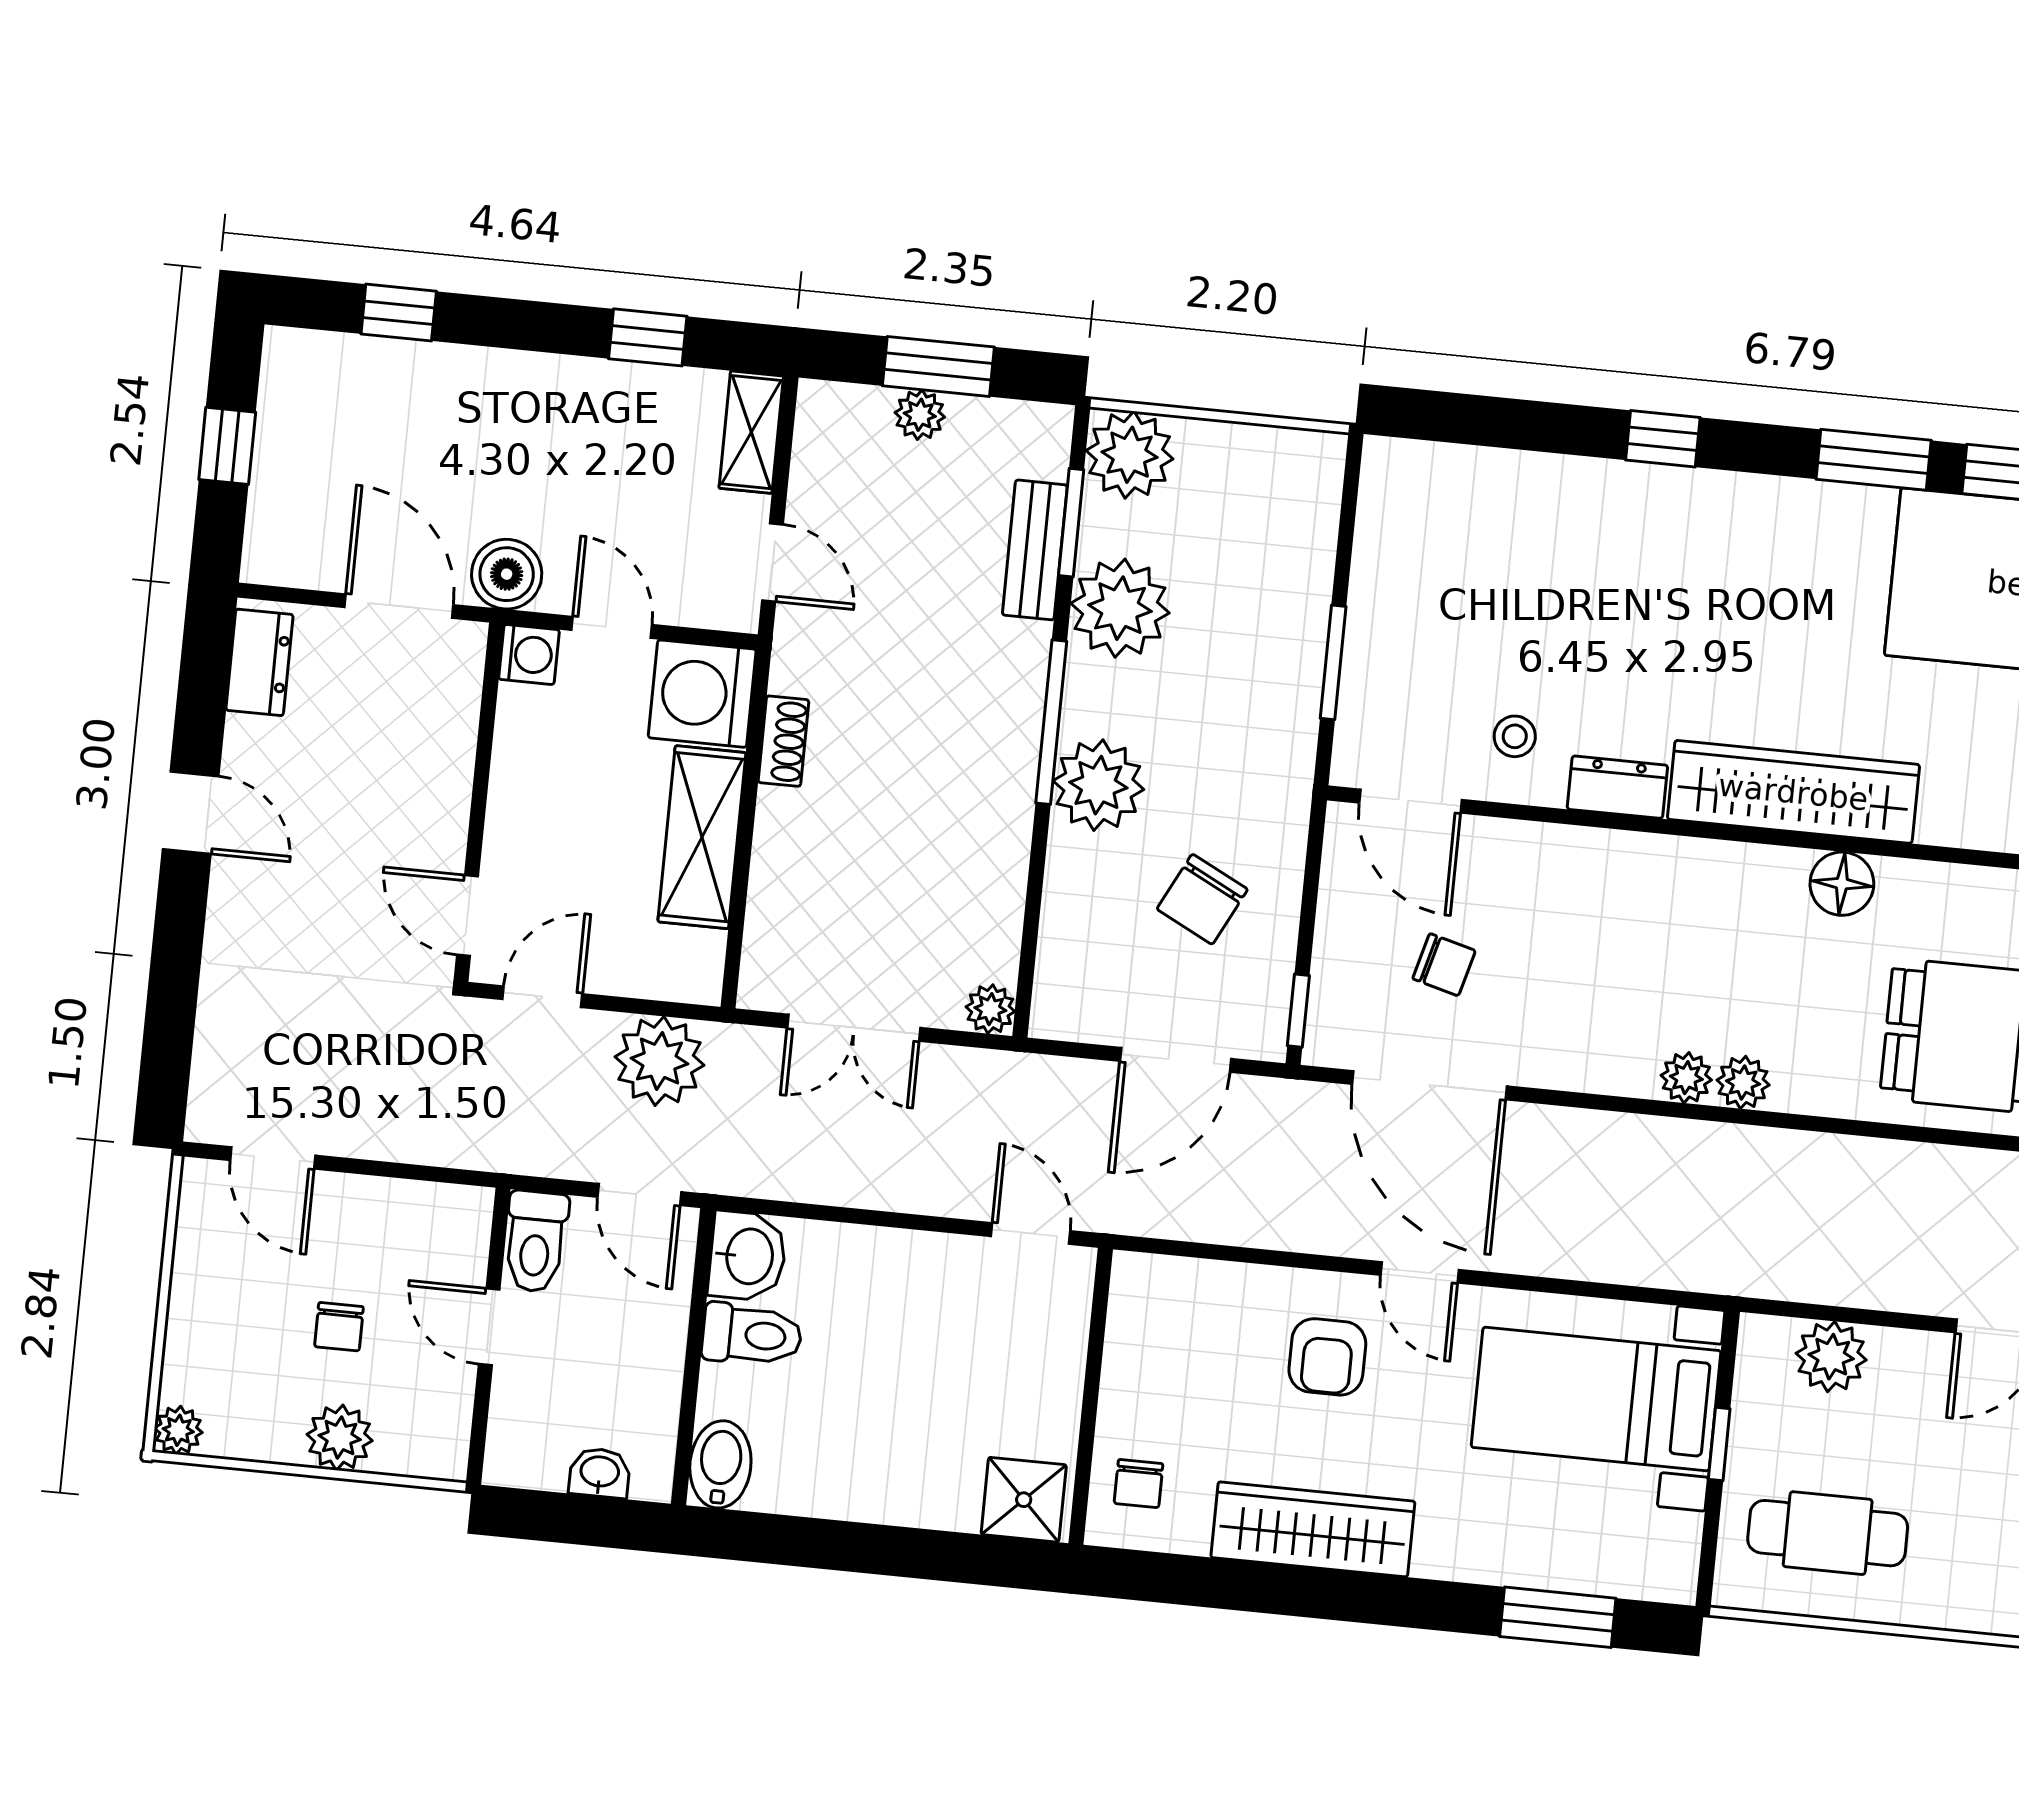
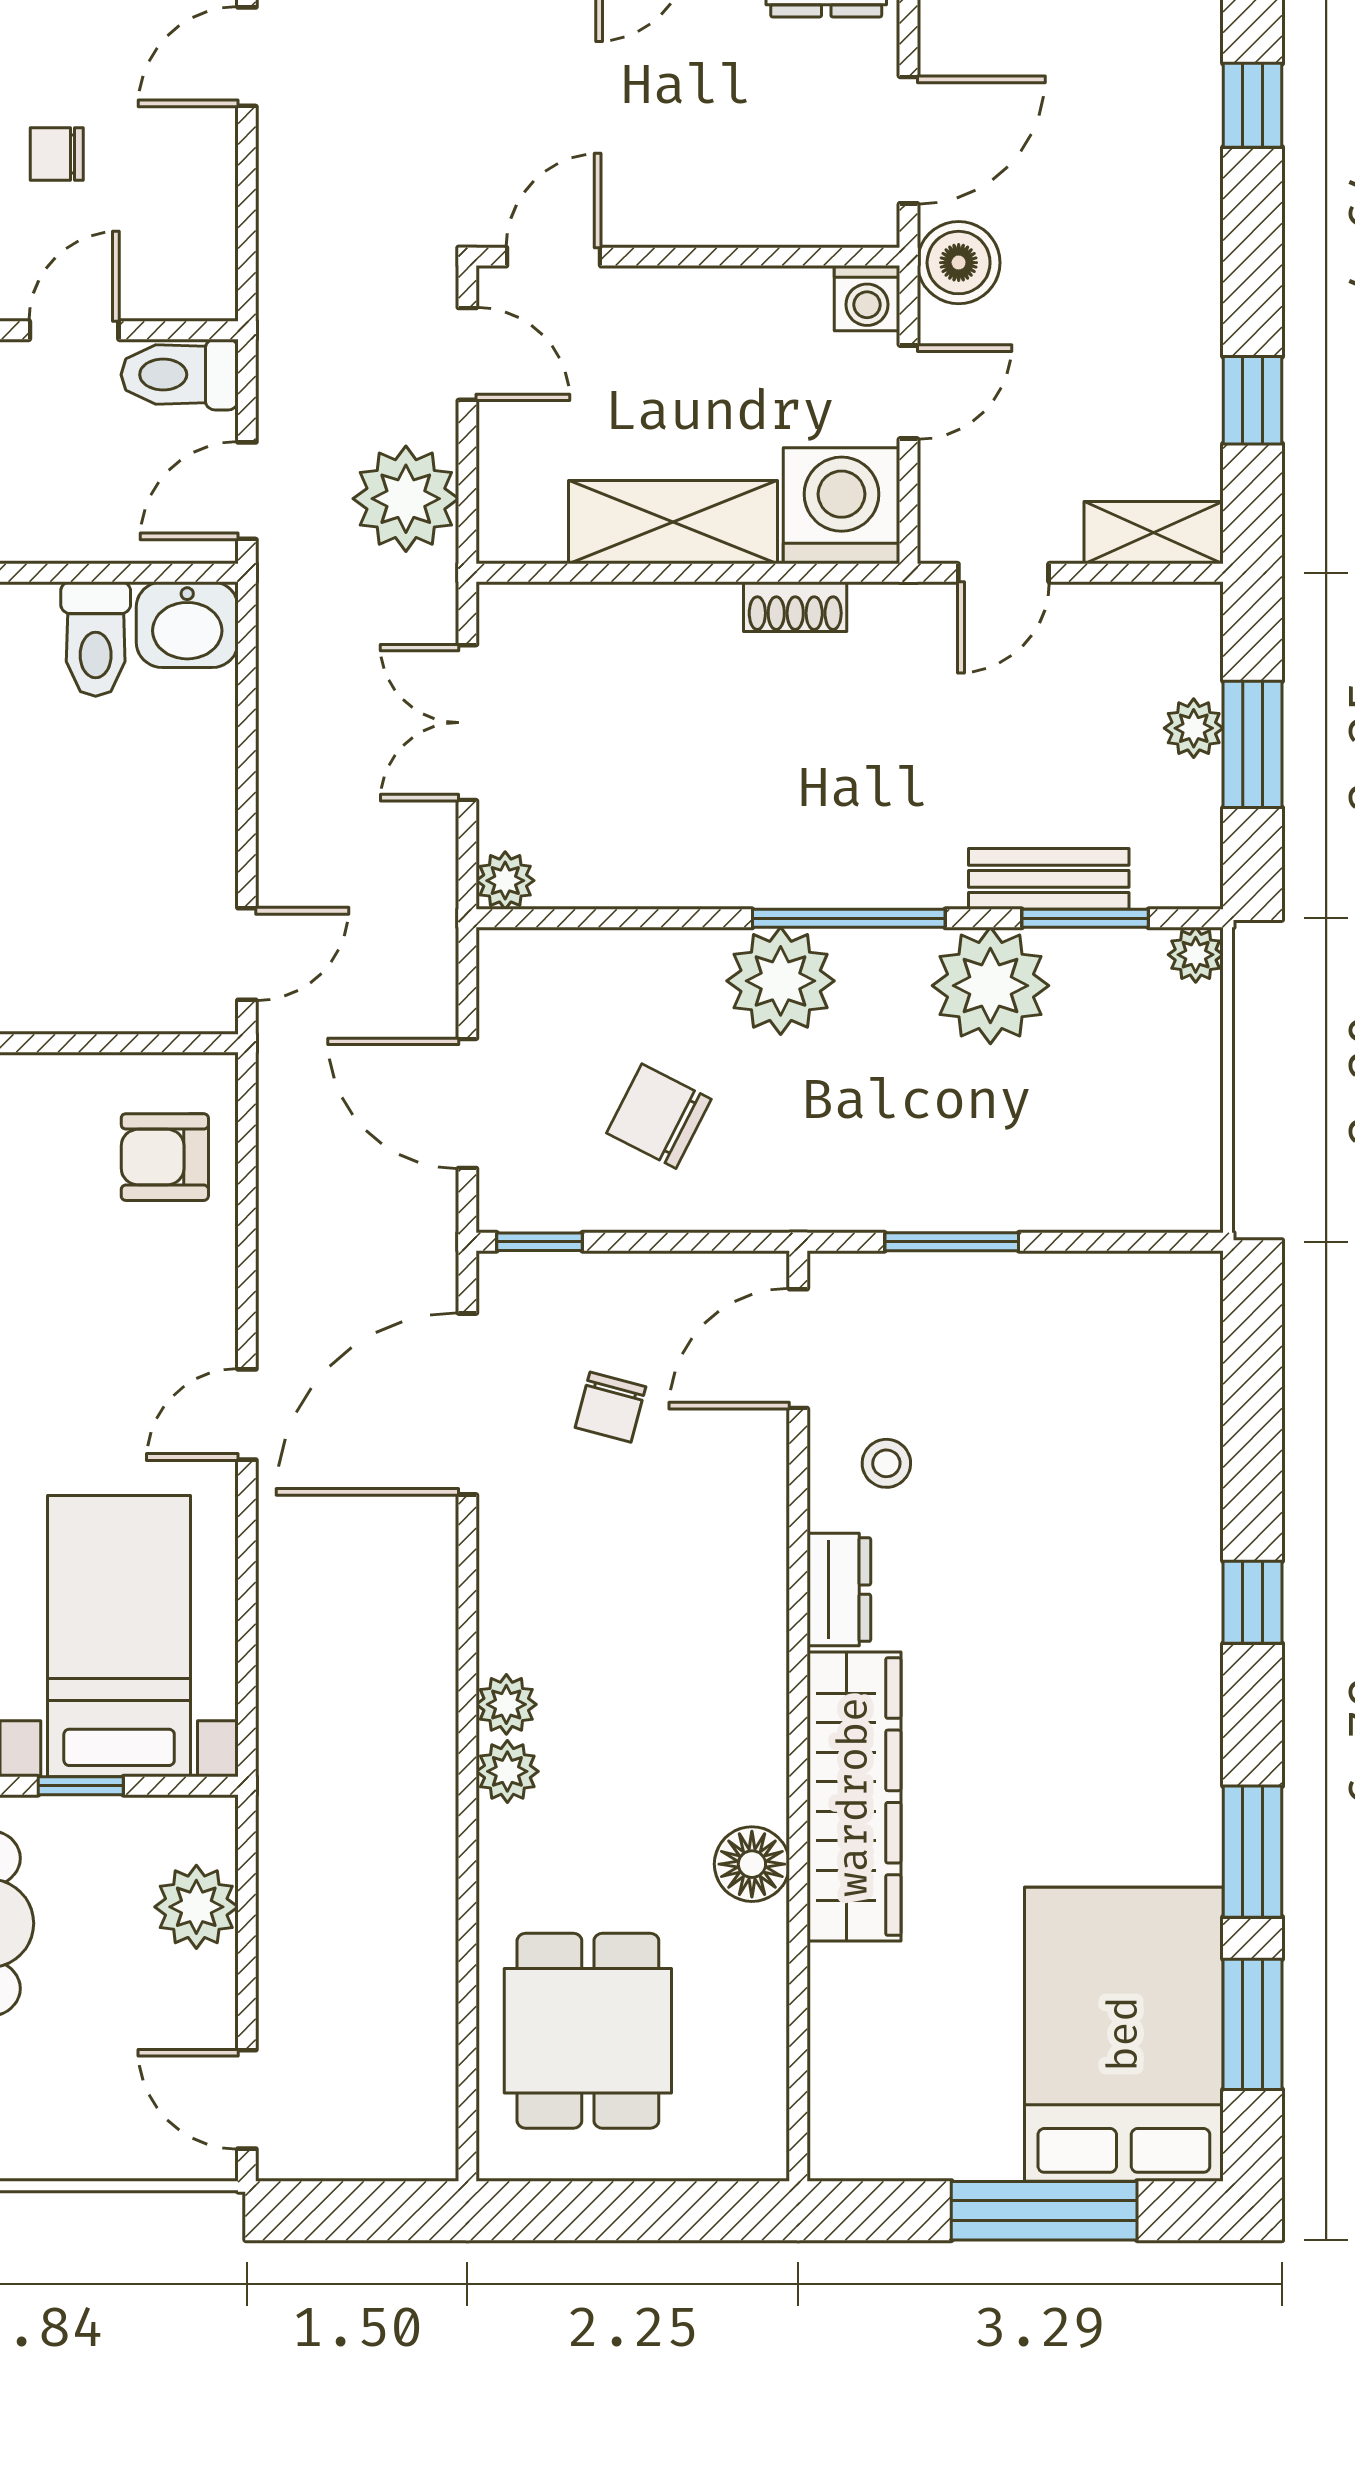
plant: (1130, 455) -> (1196, 955), width x0.53, depth x0.53
armchair: (1327, 1357) -> (165, 1157), moved

